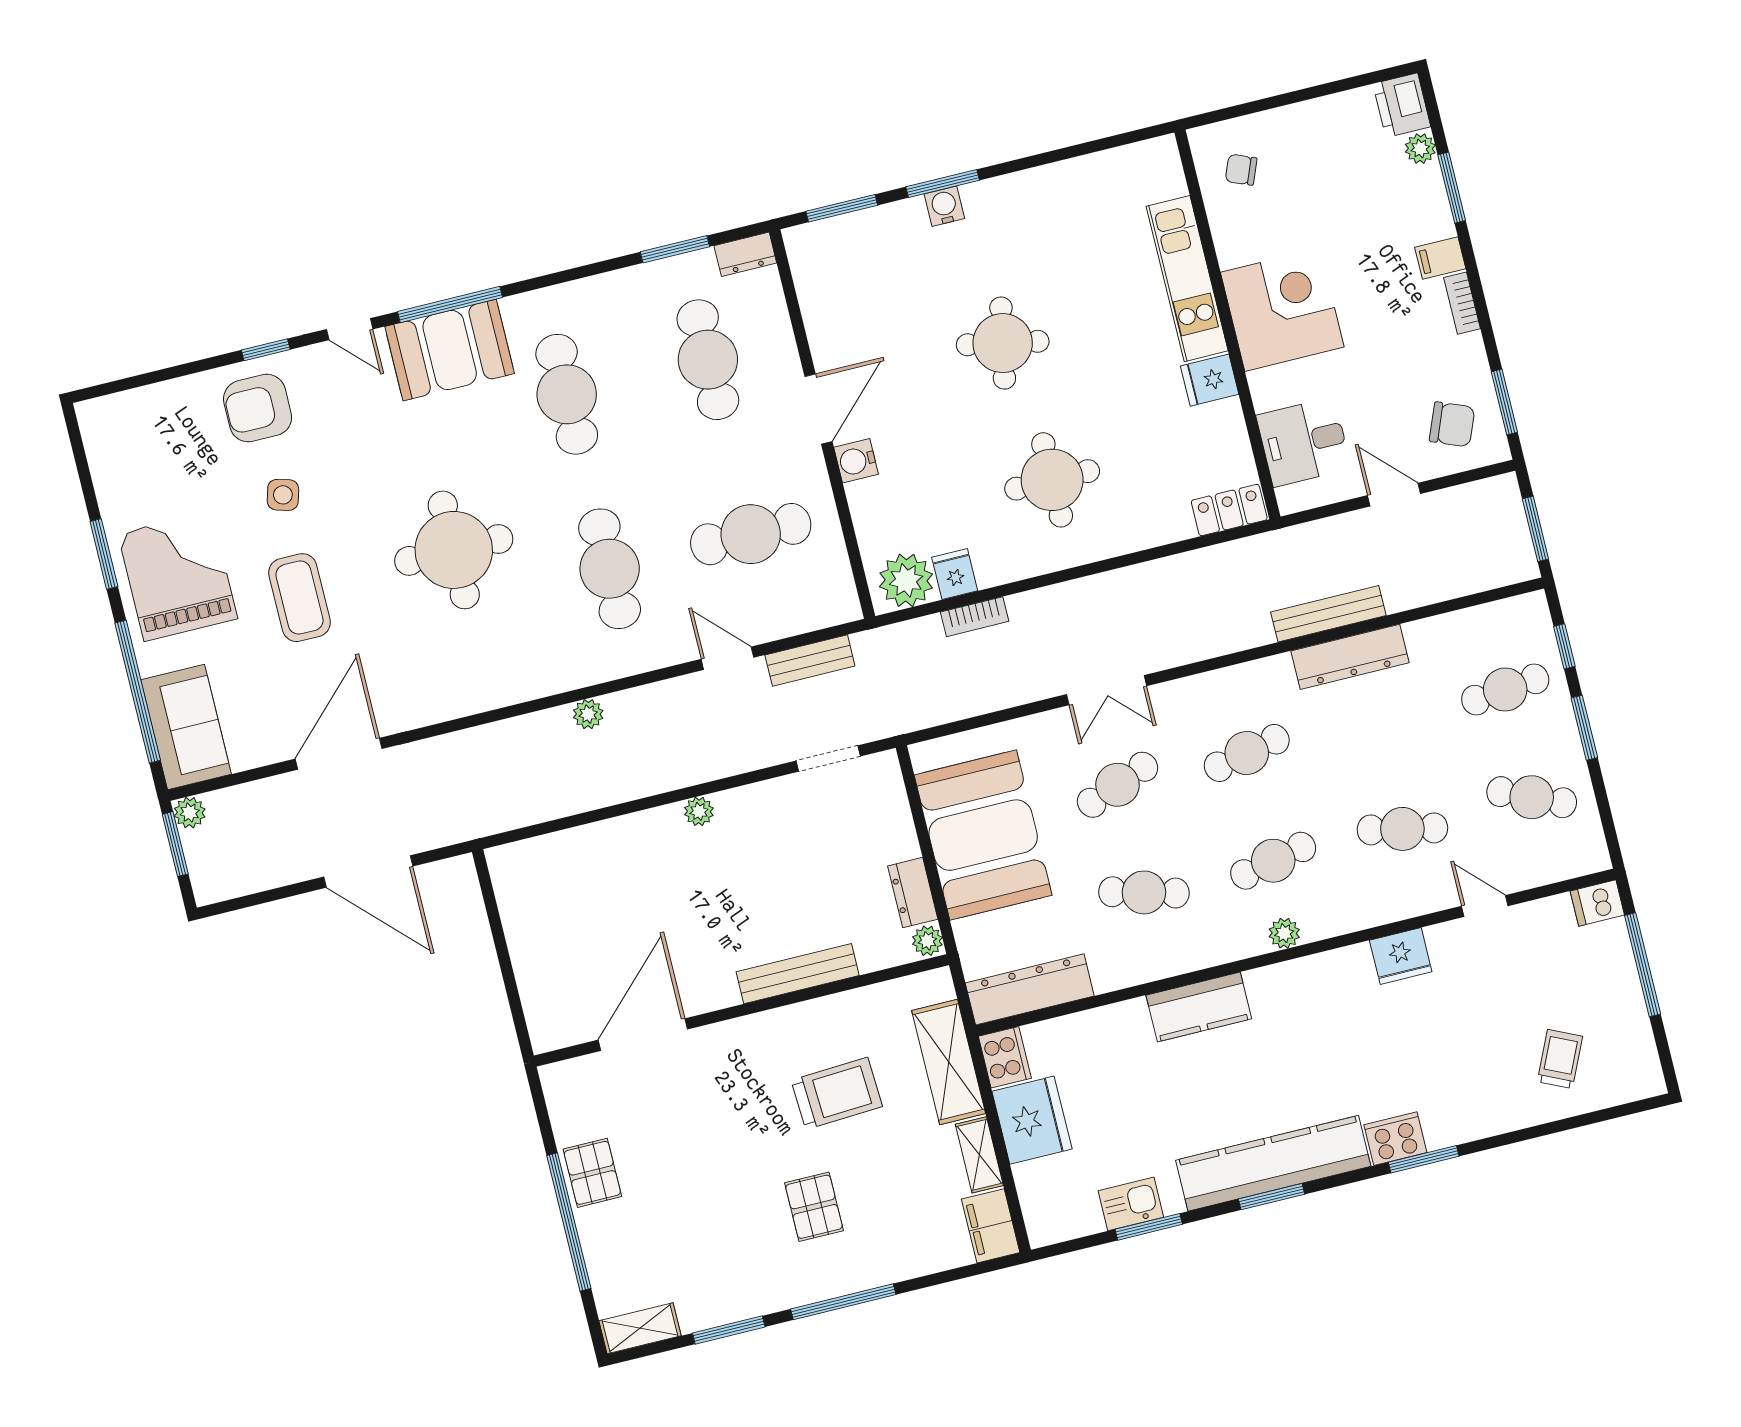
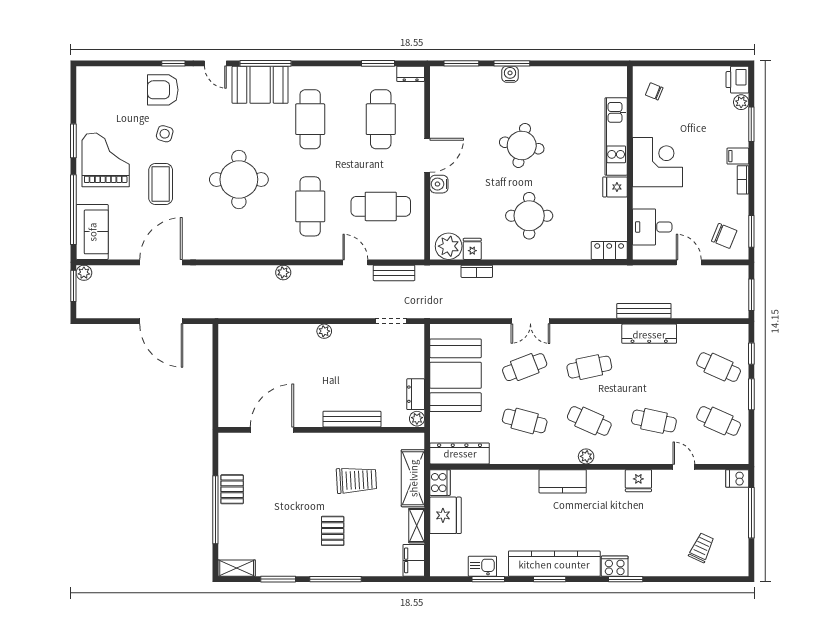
cafe table: (1505, 689) -> (719, 367), turned 30
cafe table: (1273, 861) -> (589, 421), turned 36
kitchen counter: (1199, 1007) -> (563, 481), moved

